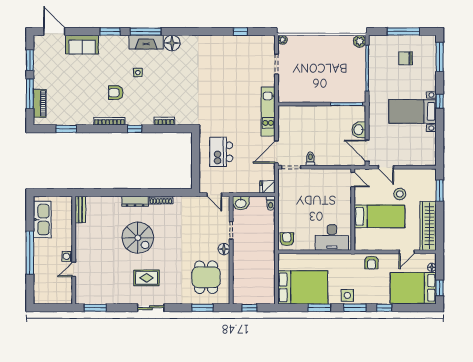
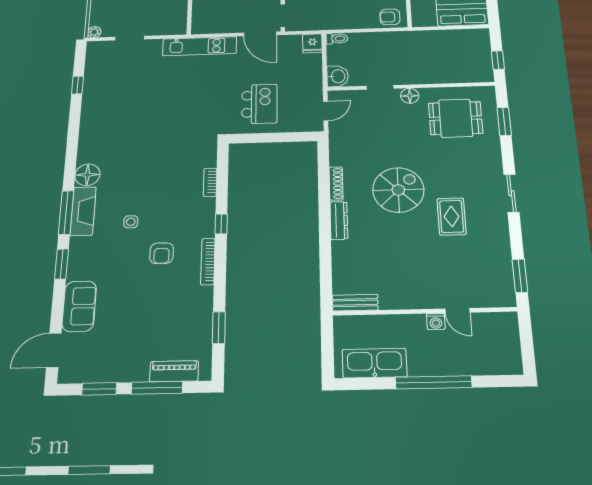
kitchen island: (221, 152) -> (259, 104), turned -90
spiral stairs: (138, 238) -> (398, 190), moved
rug: (147, 278) -> (452, 216), moved

